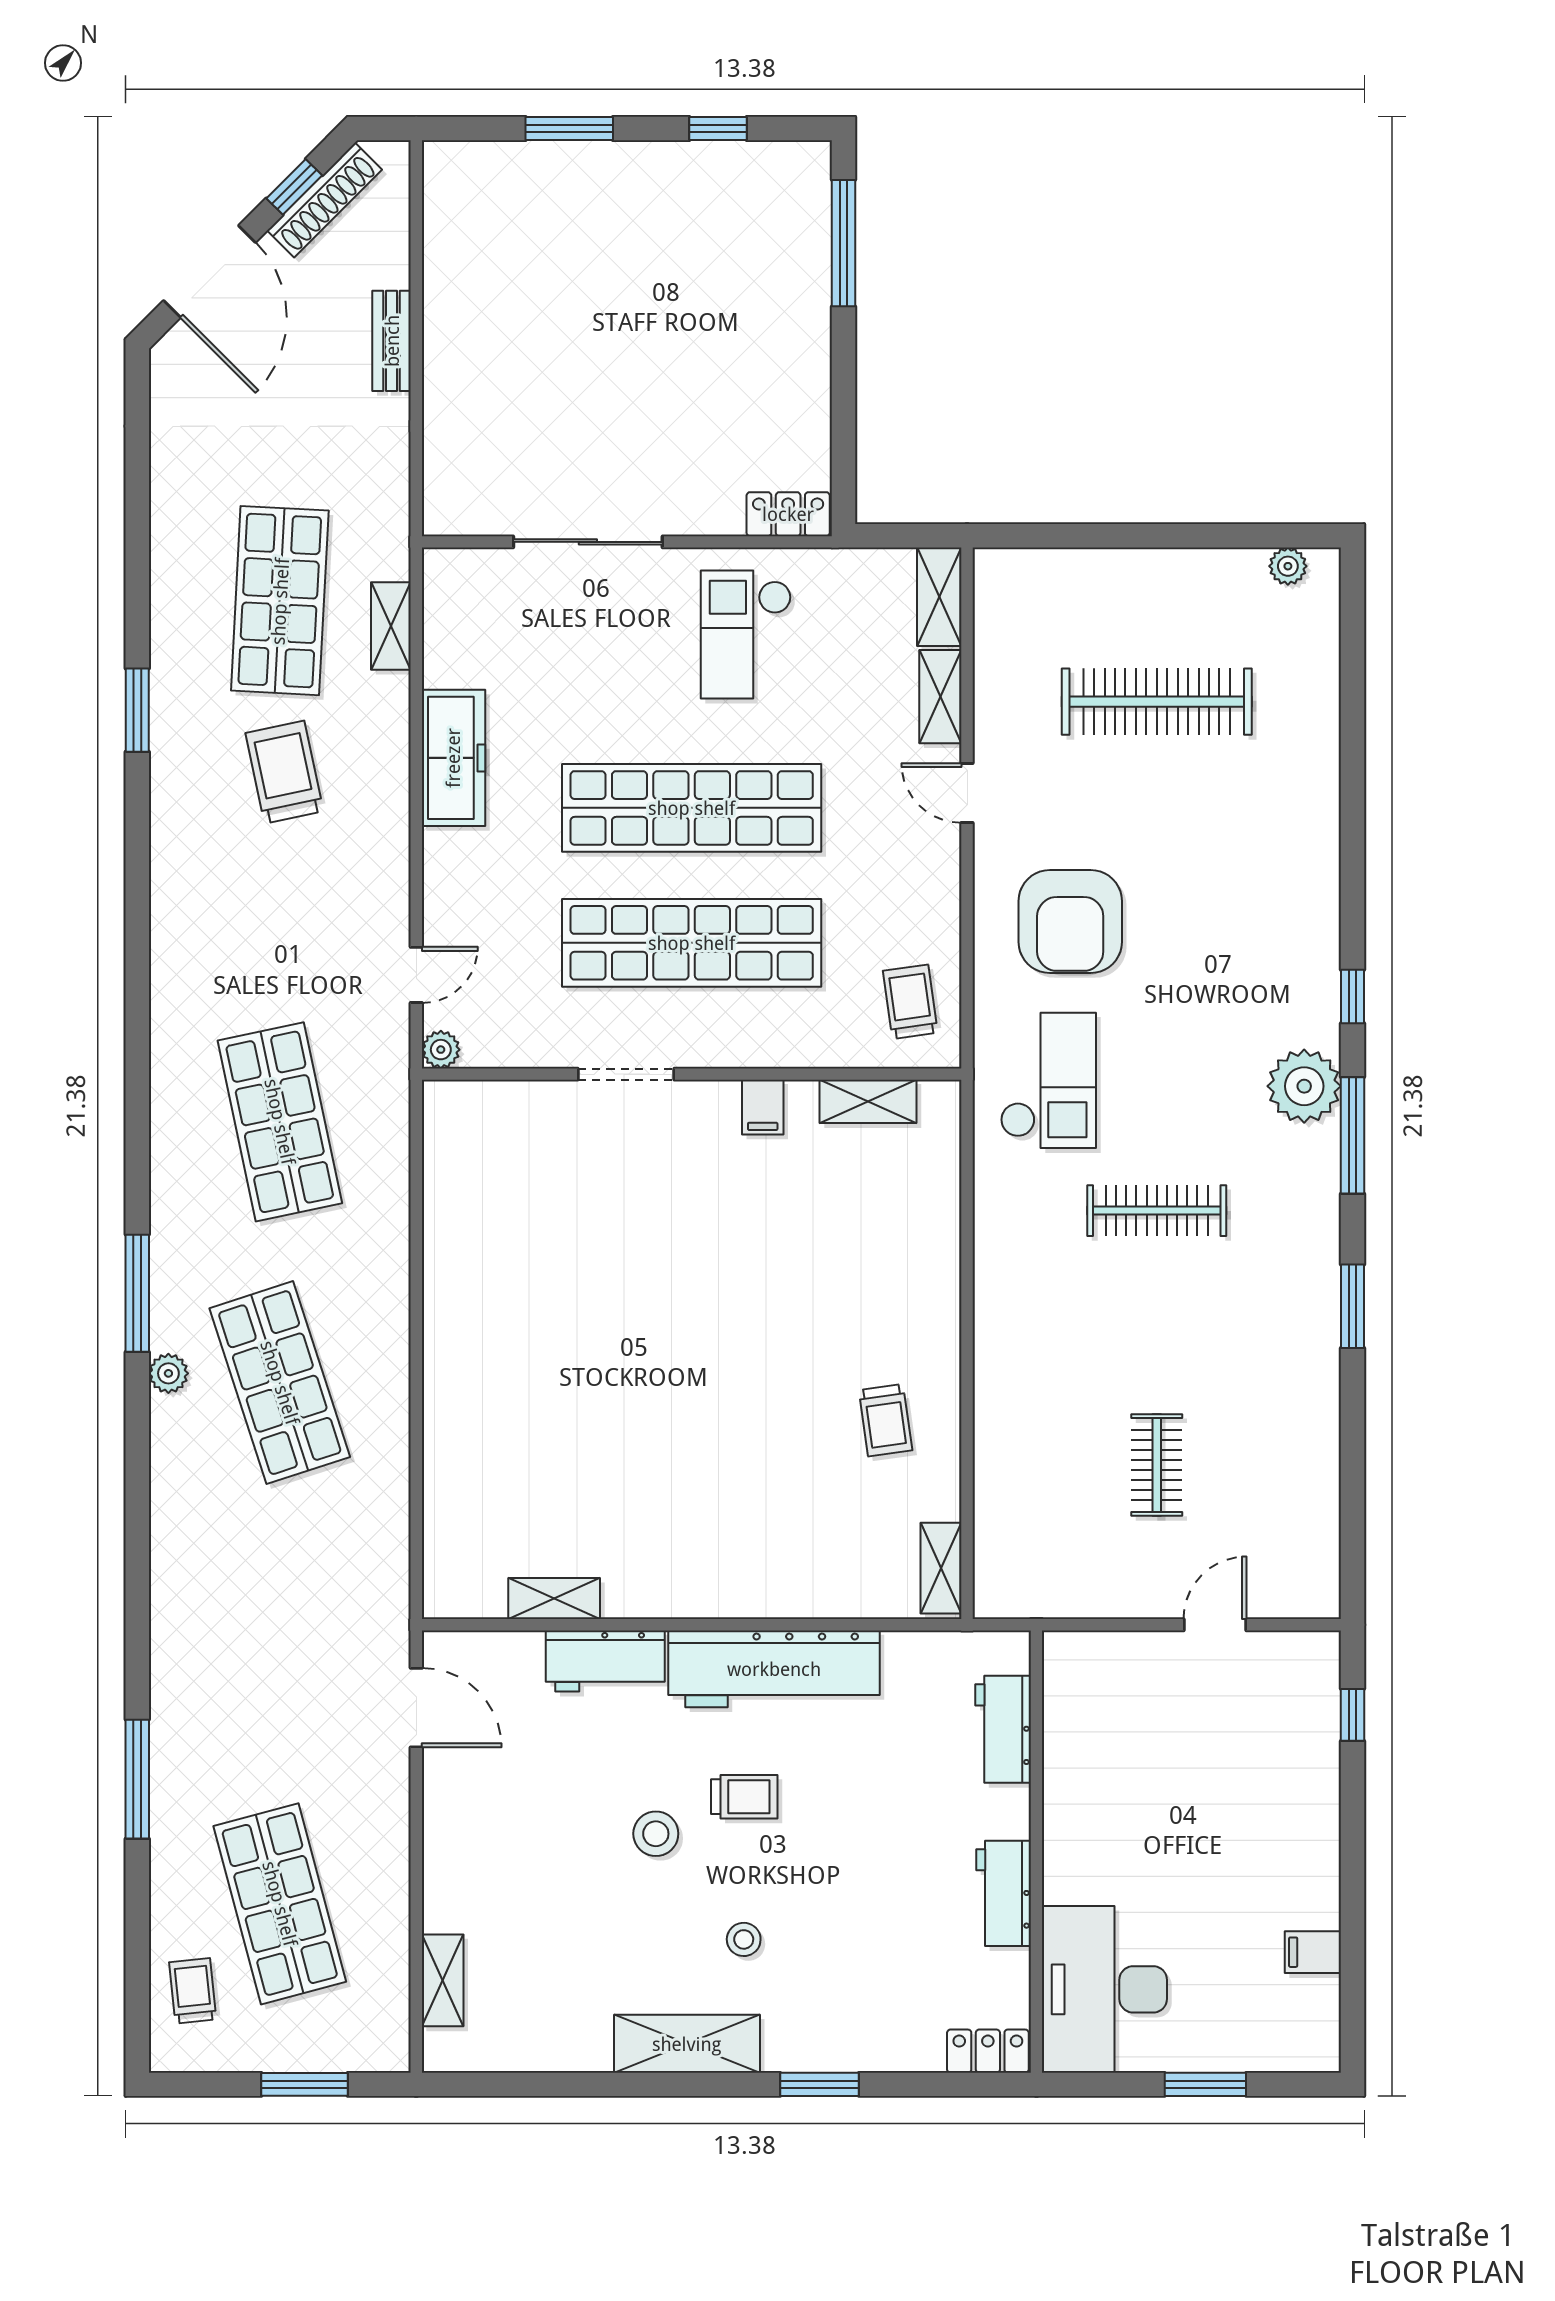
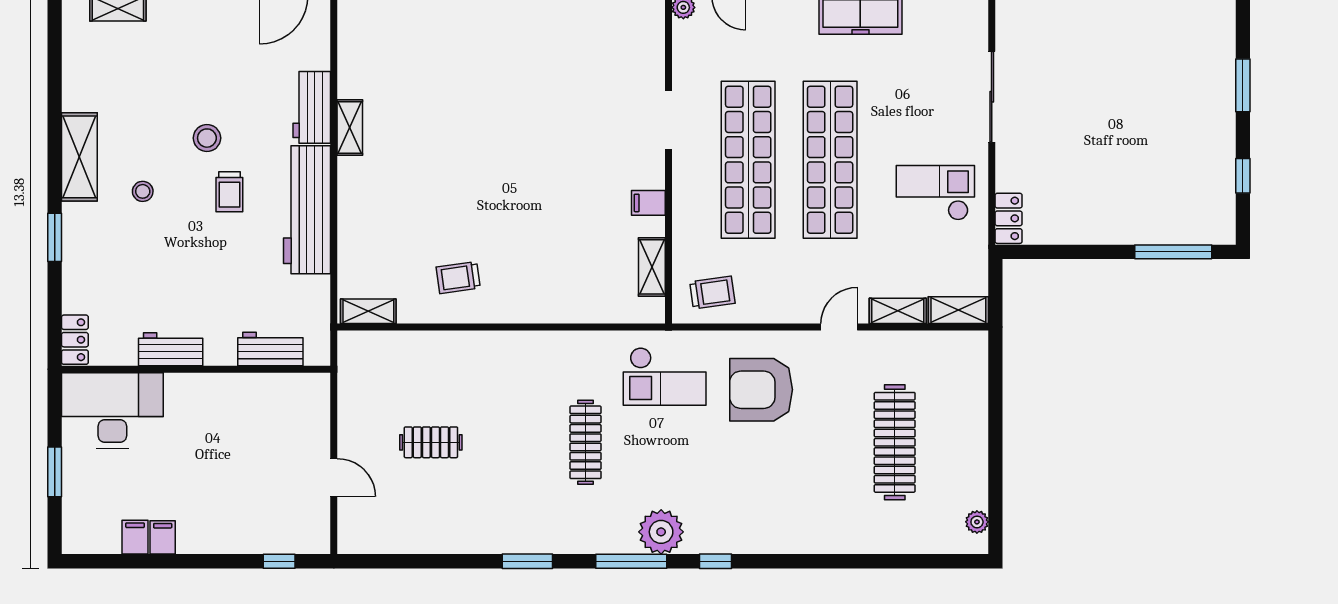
shelving: (554, 1599) -> (350, 128), moved
filing cabinet: (1313, 1907) -> (163, 537), added

